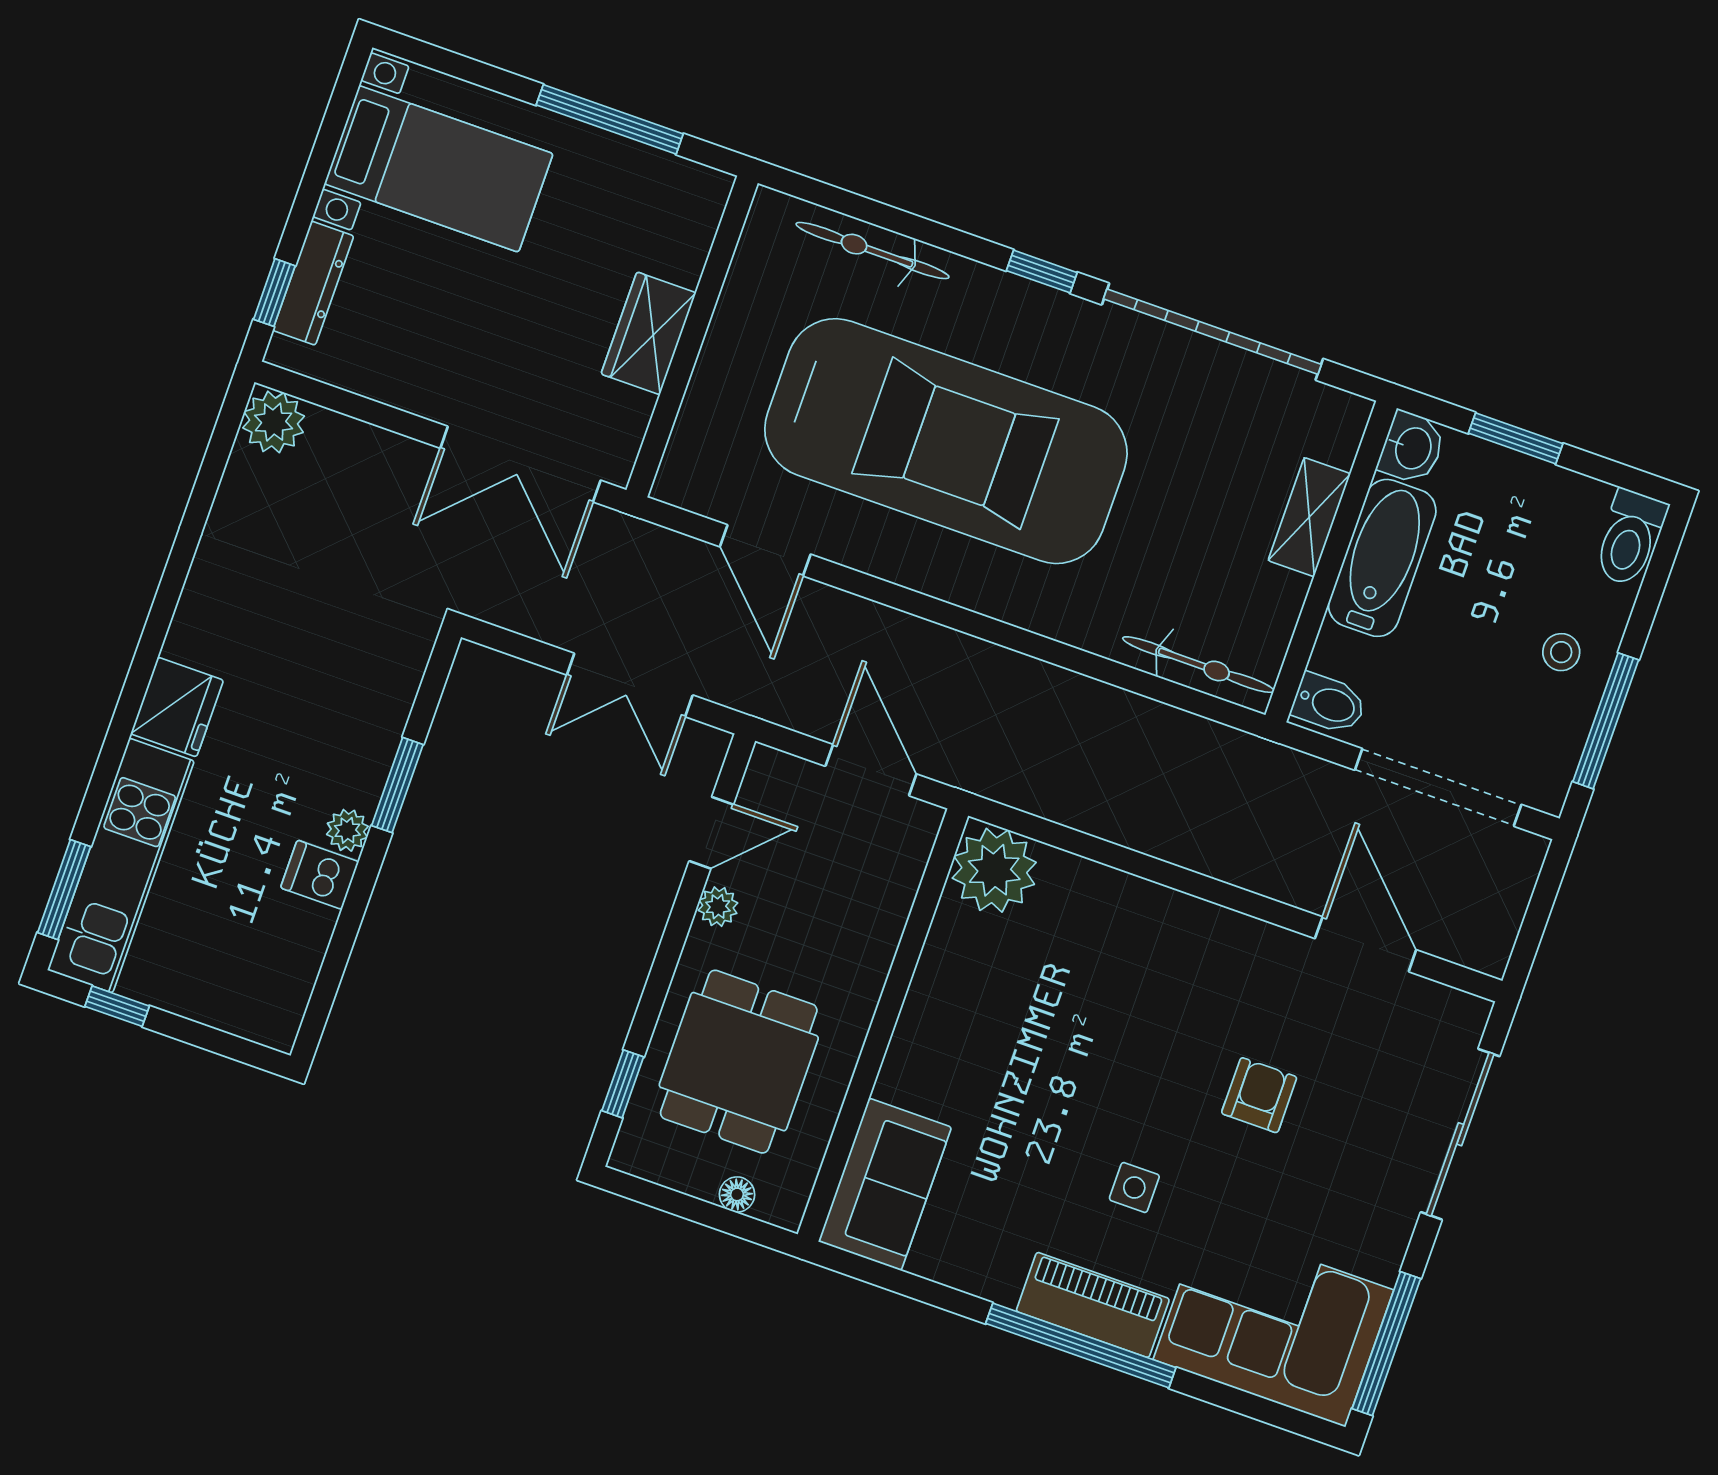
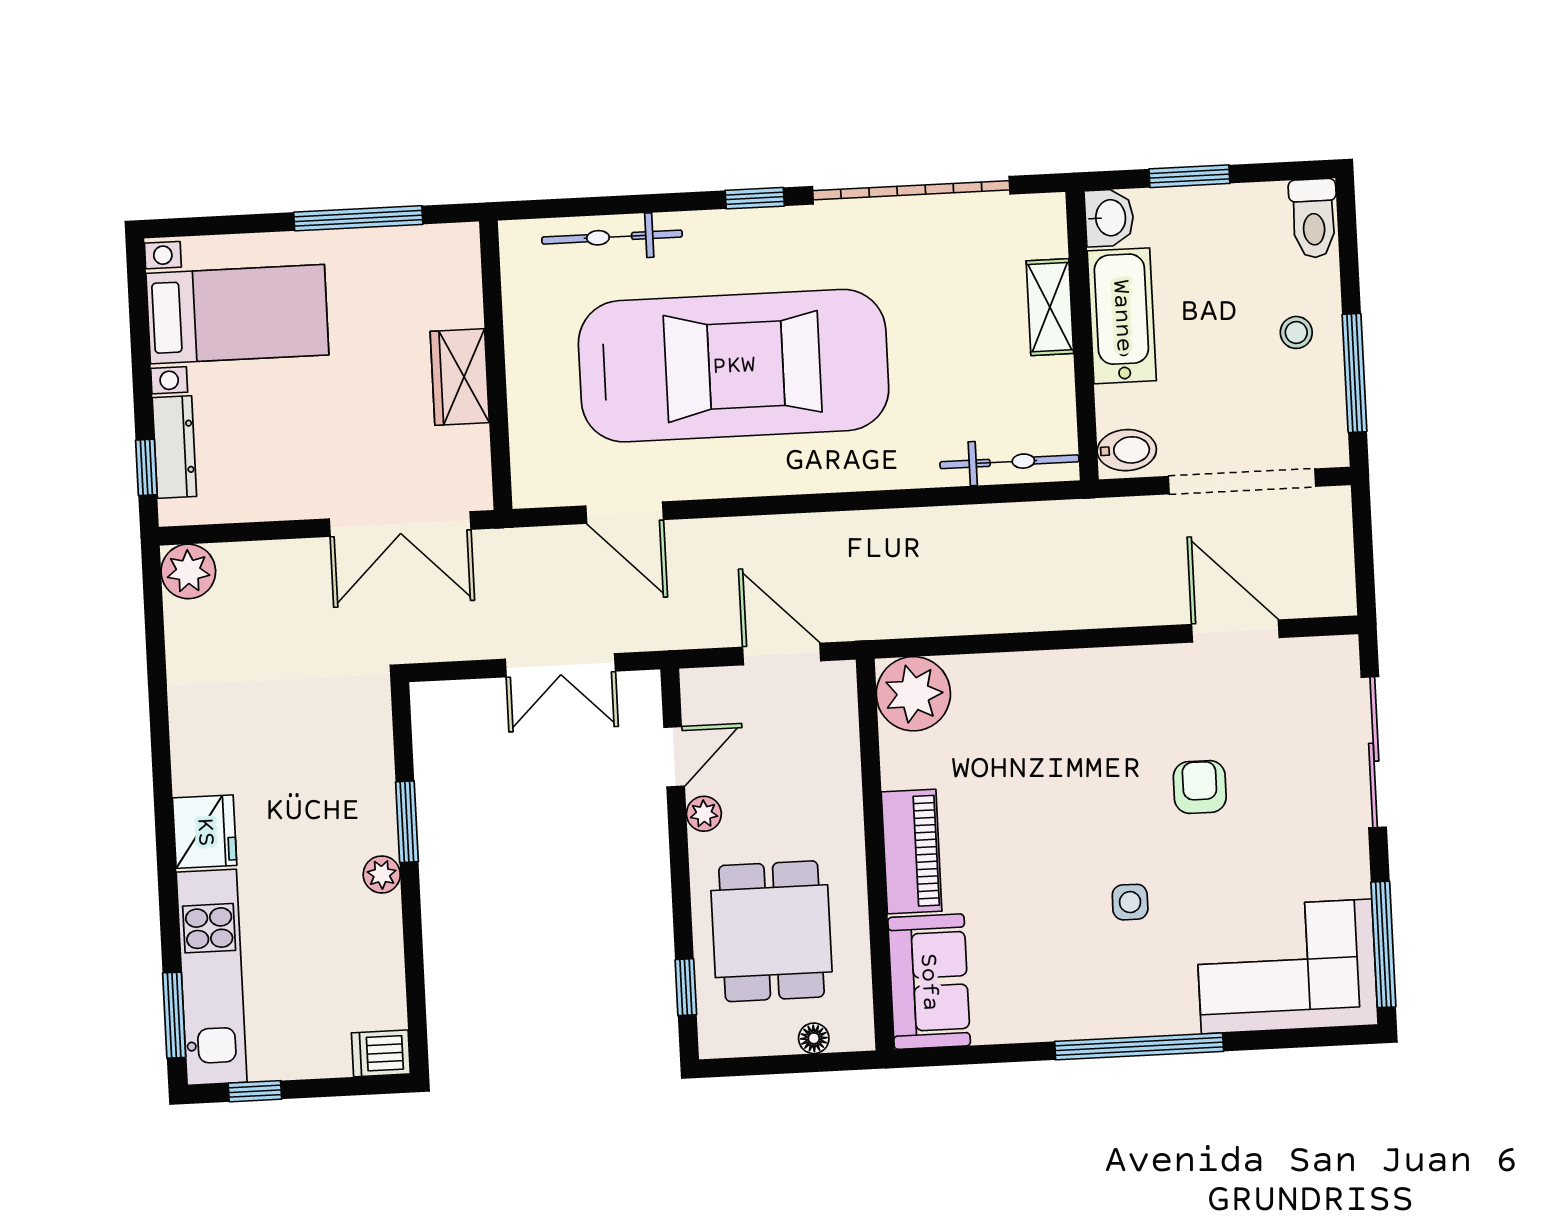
dishwasher: (320, 875) -> (381, 1053), moved
piano: (1093, 1305) -> (912, 851), moved, turned 90

